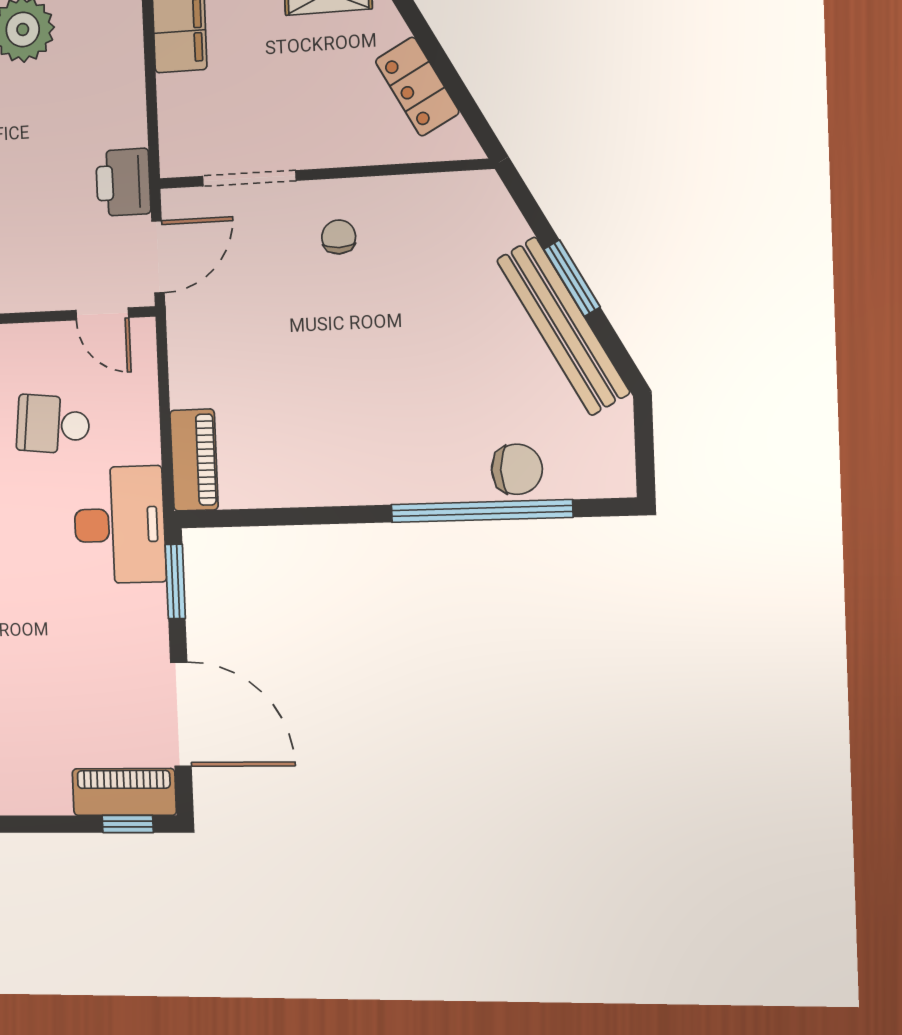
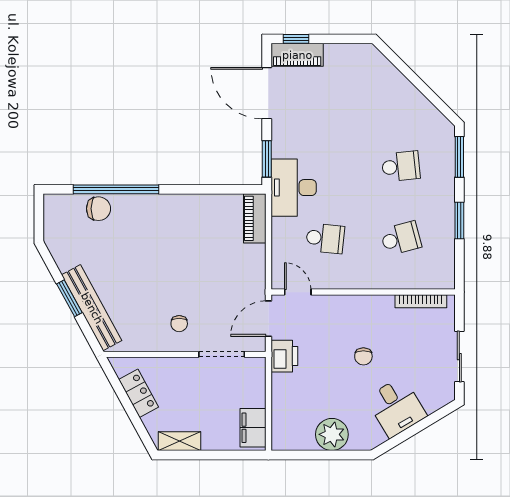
bench: (563, 326) -> (92, 308), moved
chair: (517, 469) -> (99, 209), turned 180

